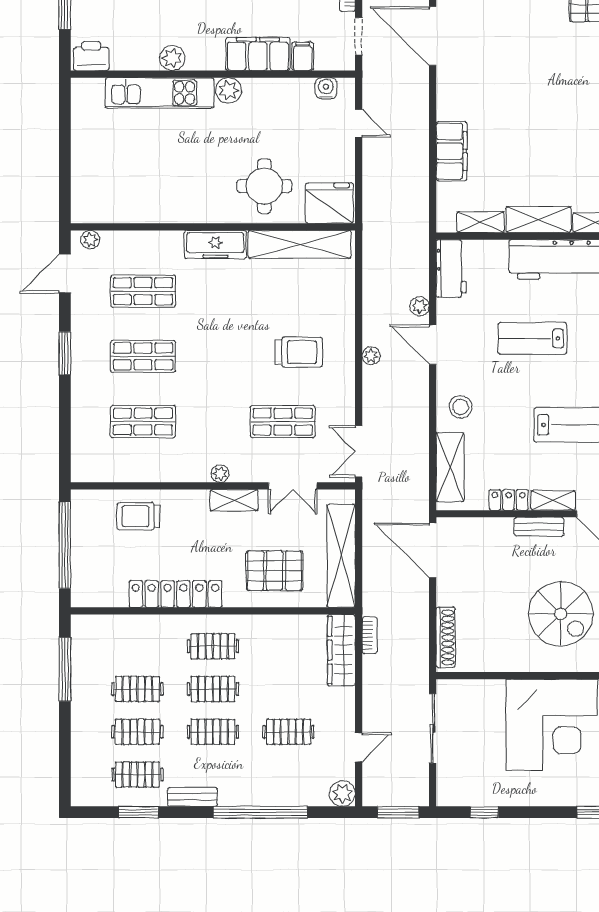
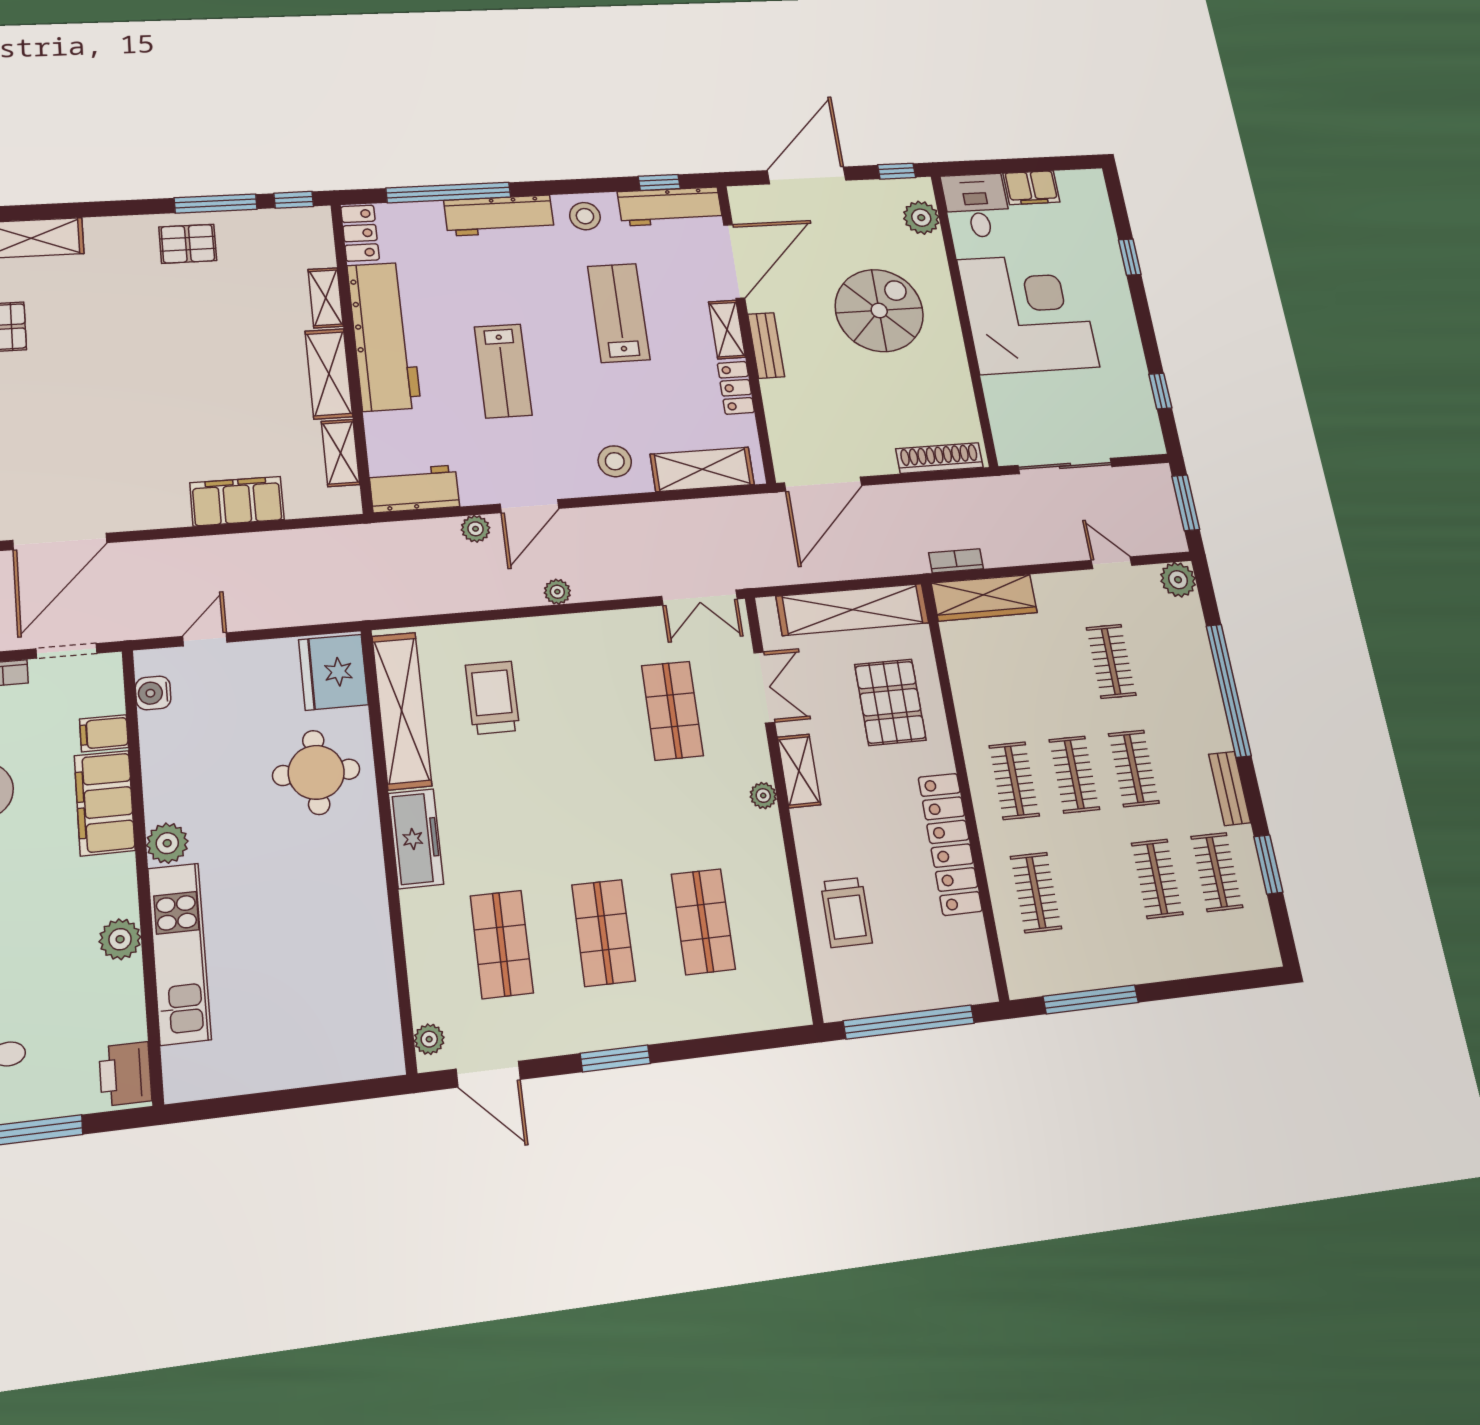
trolley: (299, 352) -> (492, 698), moved
clothes rail: (137, 689) -> (1036, 893), moved

